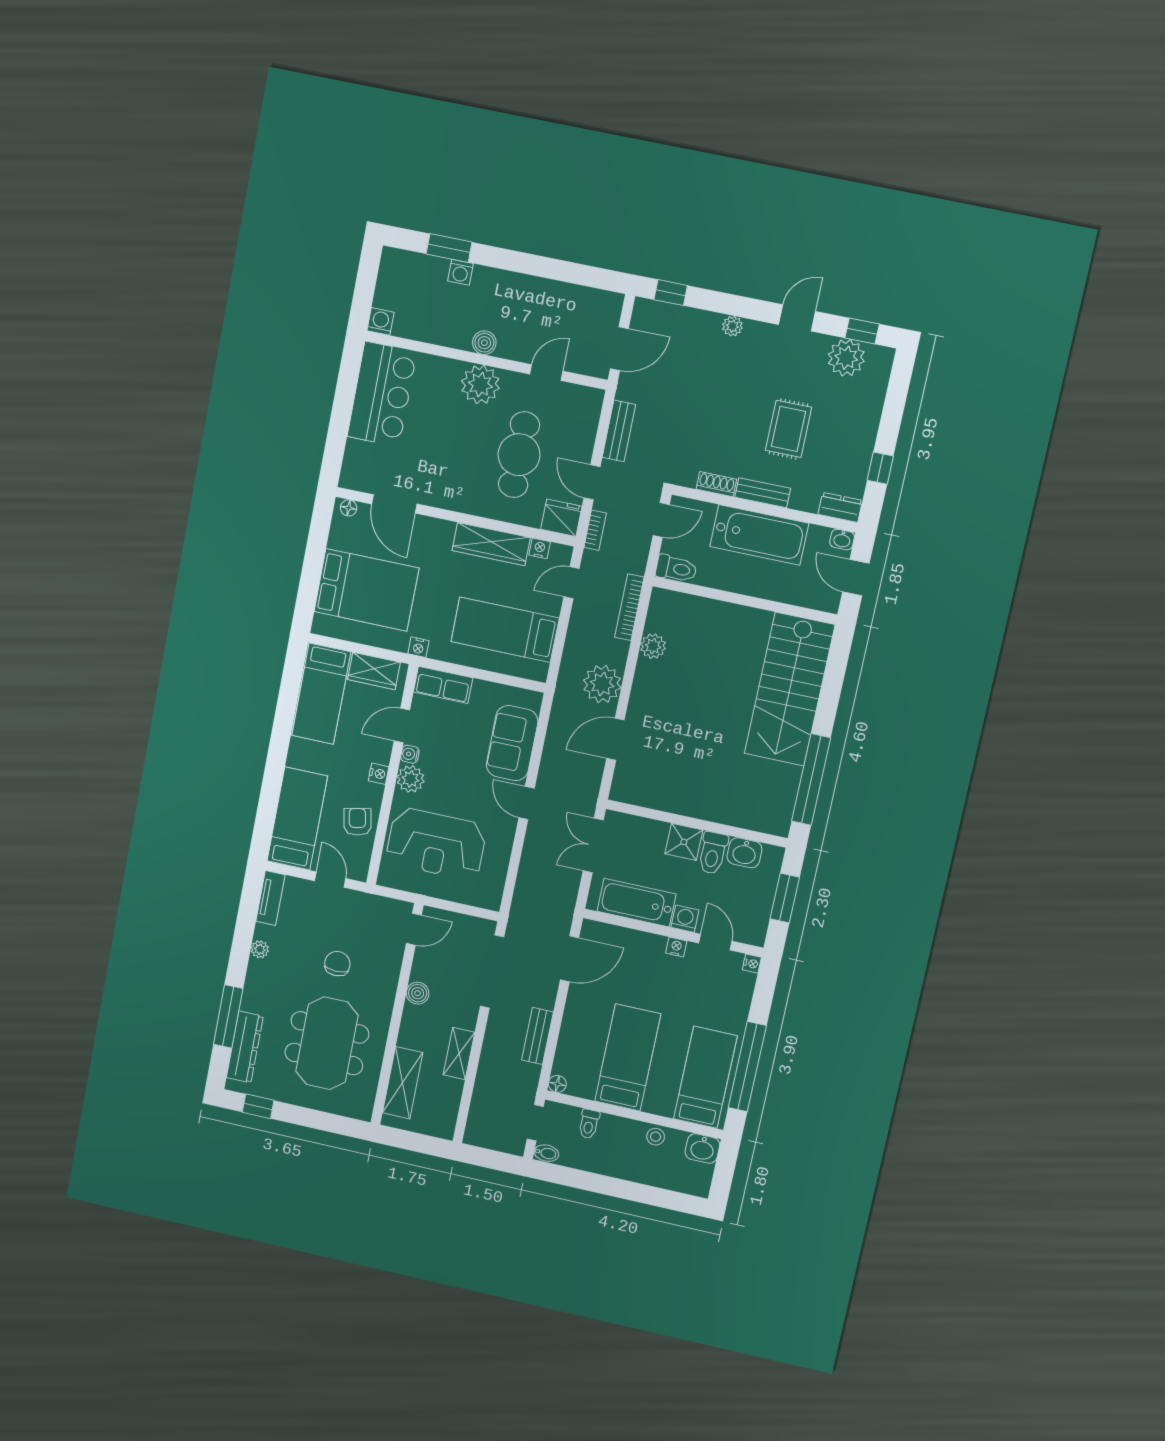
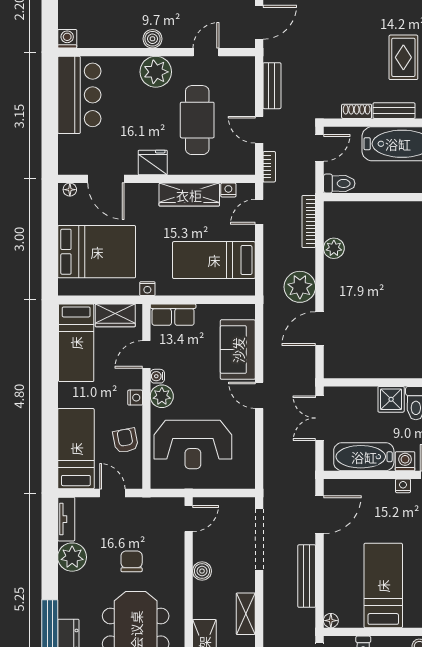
fridge: (561, 518) -> (153, 162), moved
plant: (260, 949) -> (72, 557), width x1.88, depth x1.88
bench: (538, 1036) -> (307, 576), width x1.36

